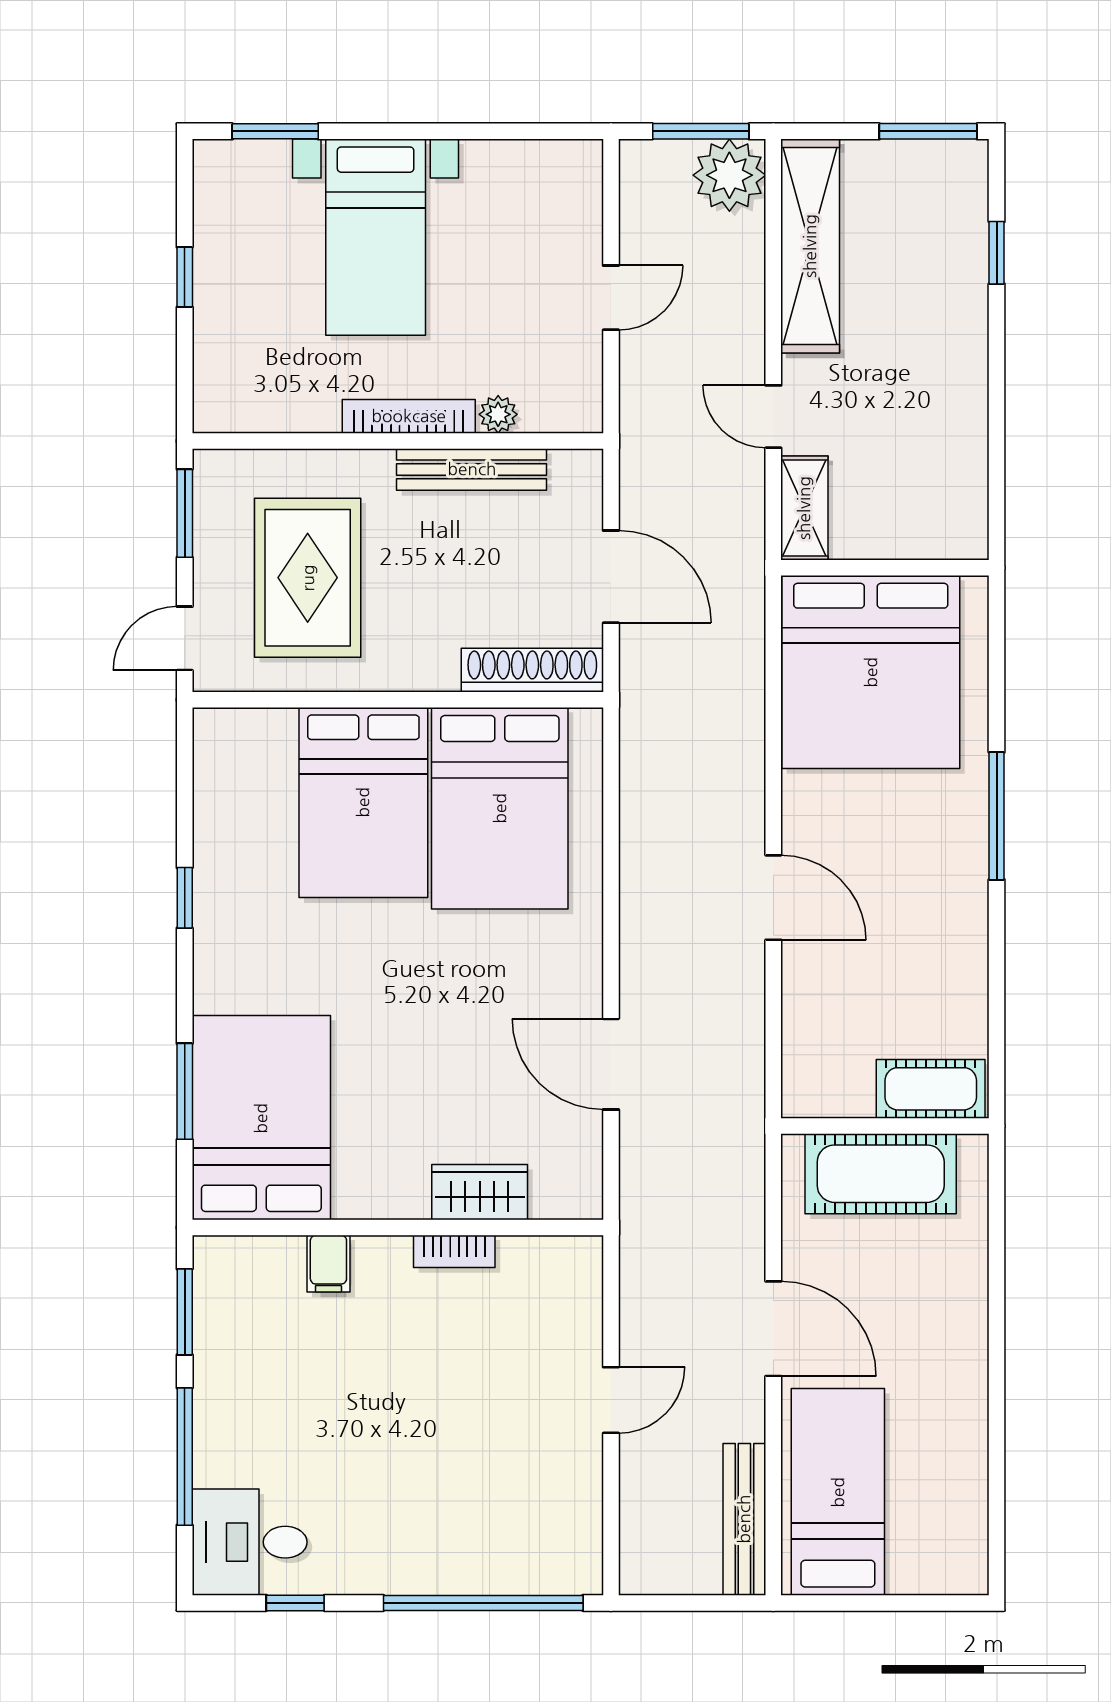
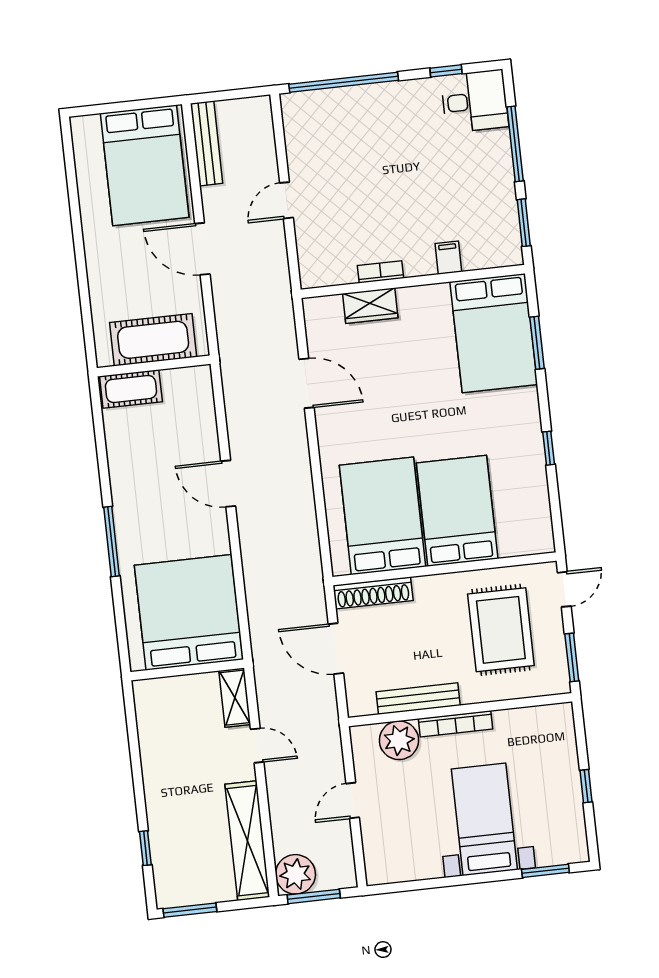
plant: (498, 414) -> (399, 740), width x1.88, depth x1.88
bed: (838, 1492) -> (145, 165), width x1.50

